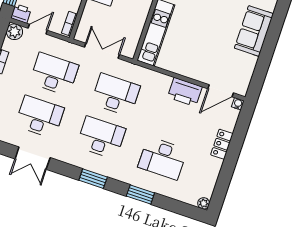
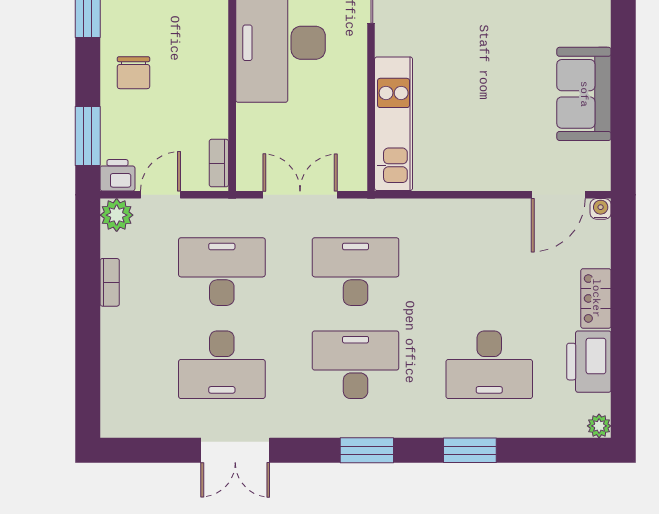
sofa: (254, 31) -> (584, 94), moved
printer: (185, 92) -> (589, 362), moved, turned 90
desk: (40, 117) -> (222, 365), turned 180

